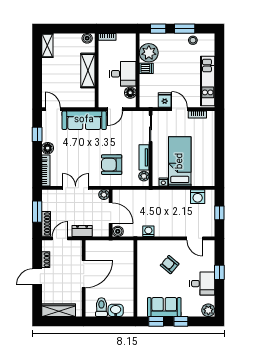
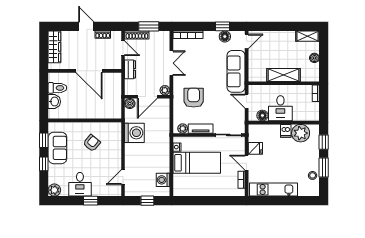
boiler: (87, 38) -> (314, 58), moved
door: (180, 109) -> (247, 163), swing flipped
floor lamp: (48, 148) -> (225, 37), moved
washing machine: (148, 231) -> (134, 133), width x1.89, depth x1.89
armchair: (170, 265) -> (92, 143), moved

